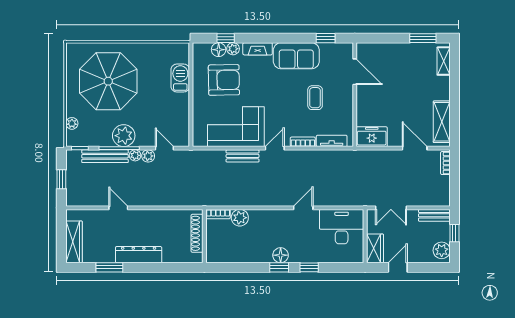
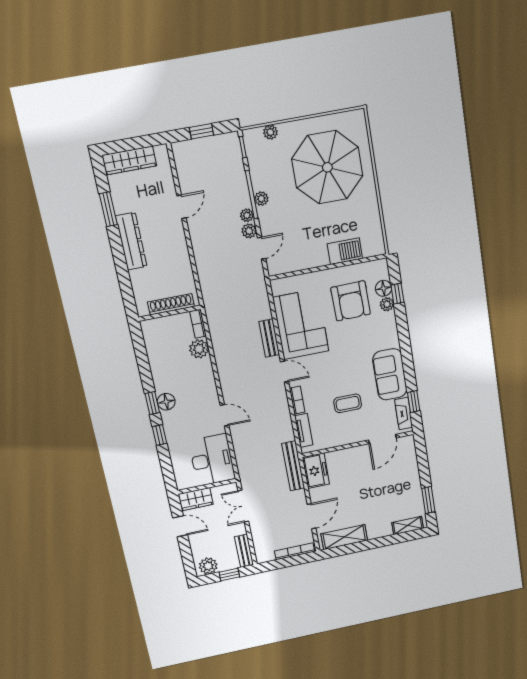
fireplace: (258, 49) -> (404, 413), moved
plant: (124, 136) -> (261, 199), width x0.53, depth x0.53
bench: (105, 156) -> (293, 466), moved
bookcase: (445, 163) -> (295, 551), width x1.56

